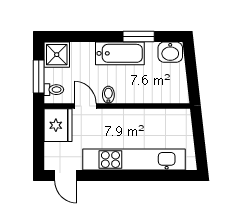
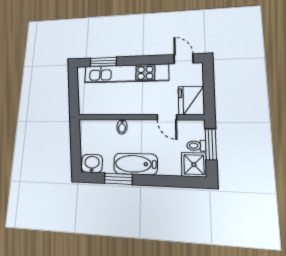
toilet: (54, 90) -> (196, 146), moved
bidet: (108, 95) -> (122, 127), moved
window: (163, 175) -> (103, 62), added

